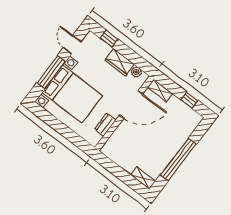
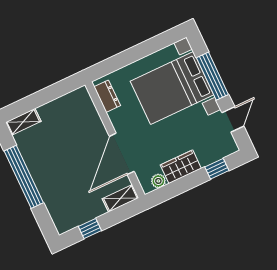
door: (72, 45) -> (233, 119), hinge flipped
dresser: (105, 125) -> (107, 96), moved

